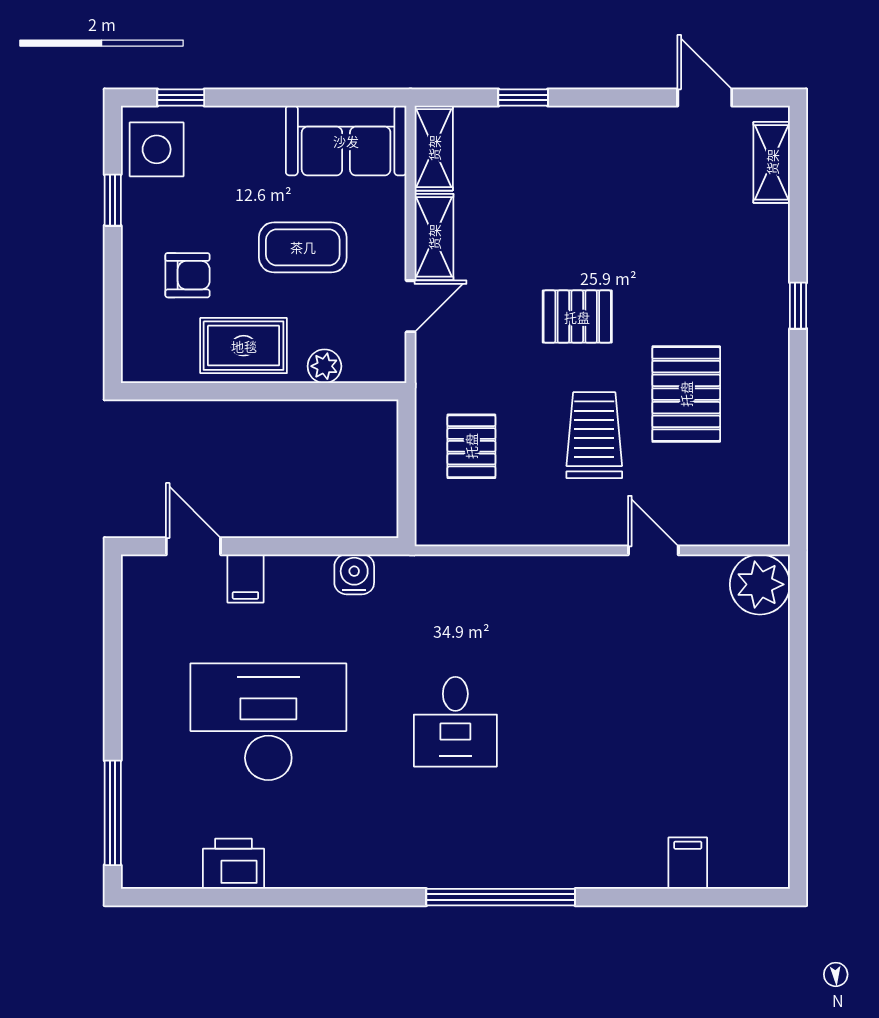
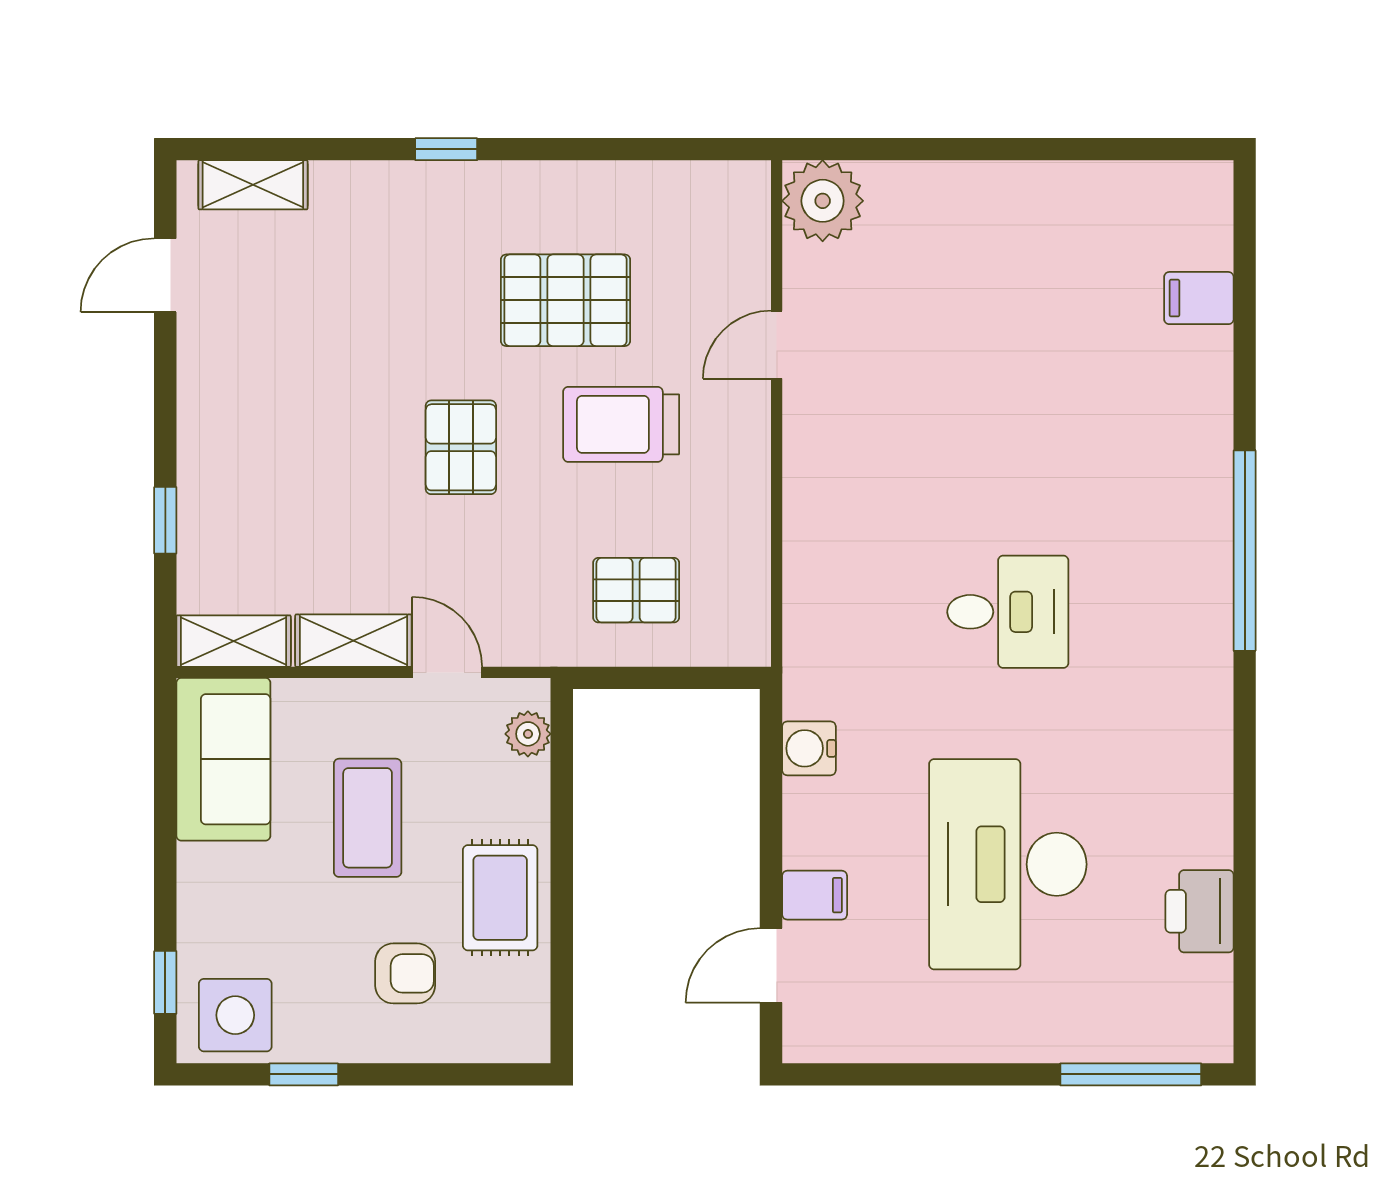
armchair: (187, 275) -> (405, 973), turned 90
plant: (324, 366) -> (528, 734), moved

